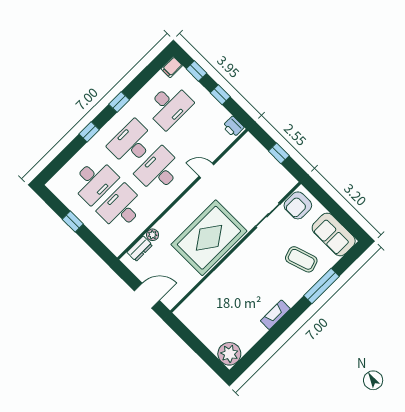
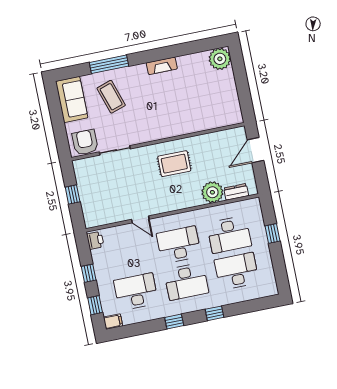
desk: (159, 171) -> (179, 245), turned 180
armchair: (298, 205) -> (85, 142), turned -90
window: (73, 222) -> (272, 234), moved
plant: (153, 235) -> (212, 192), width x1.88, depth x1.88
rug: (209, 238) -> (174, 164), width x0.54, depth x0.49
door: (147, 296) -> (255, 150), hinge flipped

